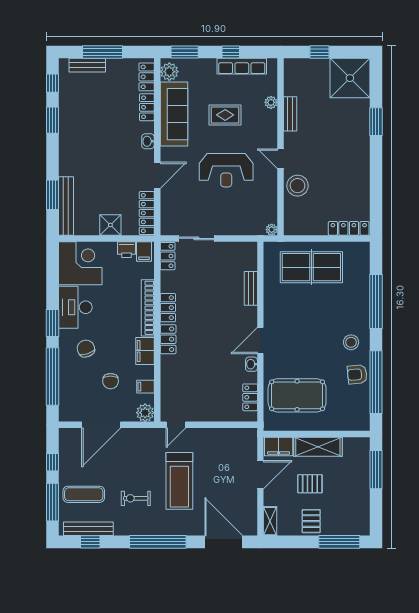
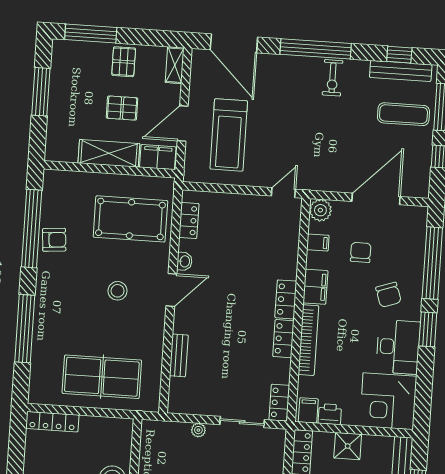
plant: (272, 230) -> (198, 430), moved
stool: (351, 342) -> (118, 291), moved
window: (376, 470) -> (41, 92), moved
treadmill: (179, 481) -> (229, 135), moved, turned 180
exercise bike: (136, 498) -> (333, 78), moved, turned 90

